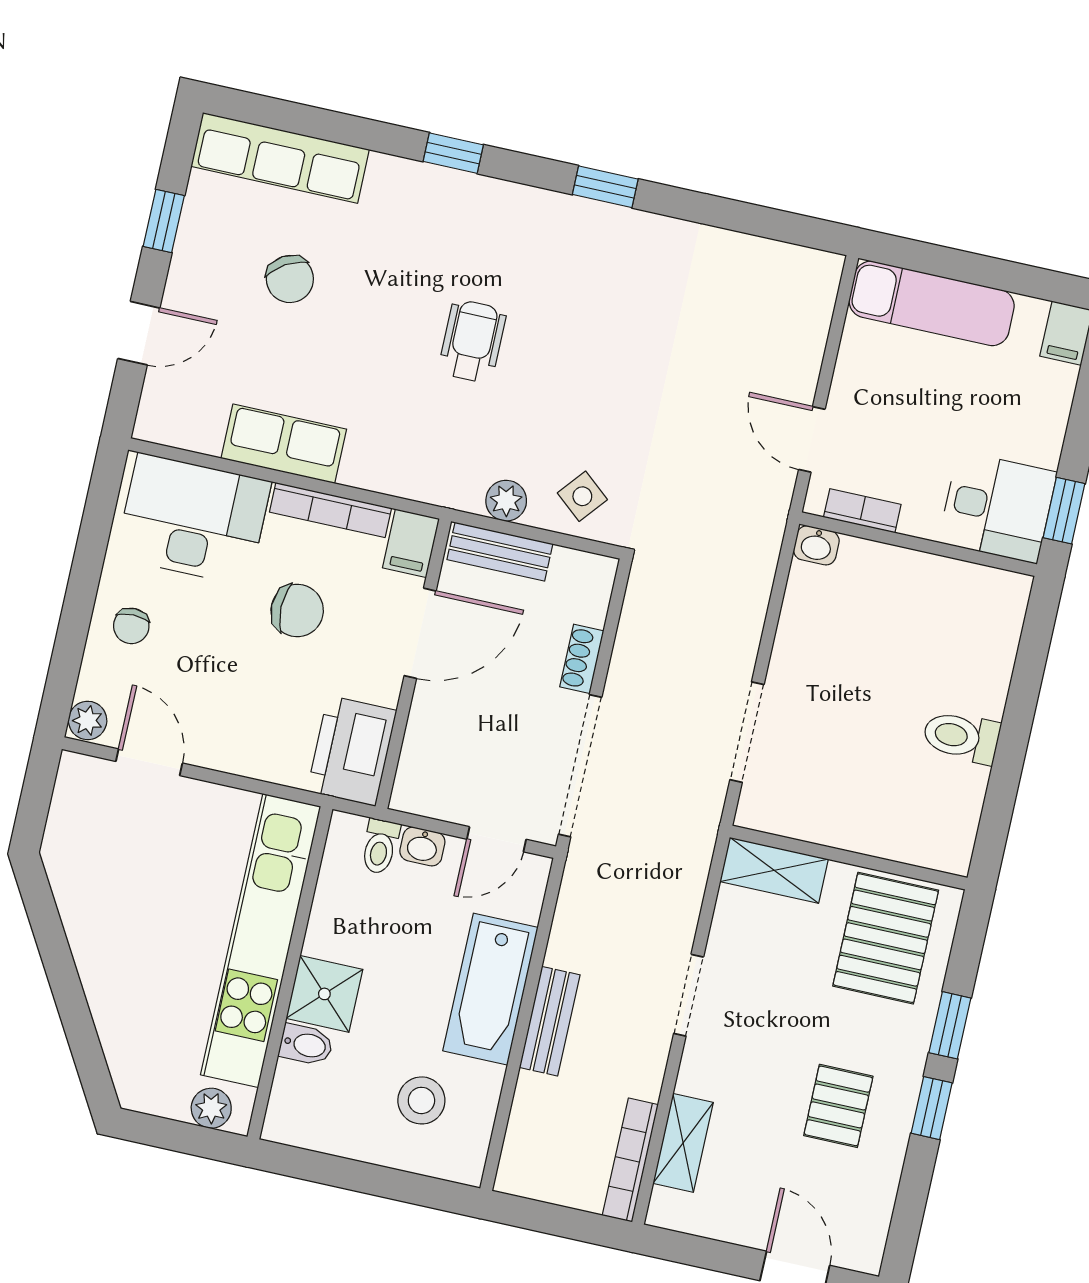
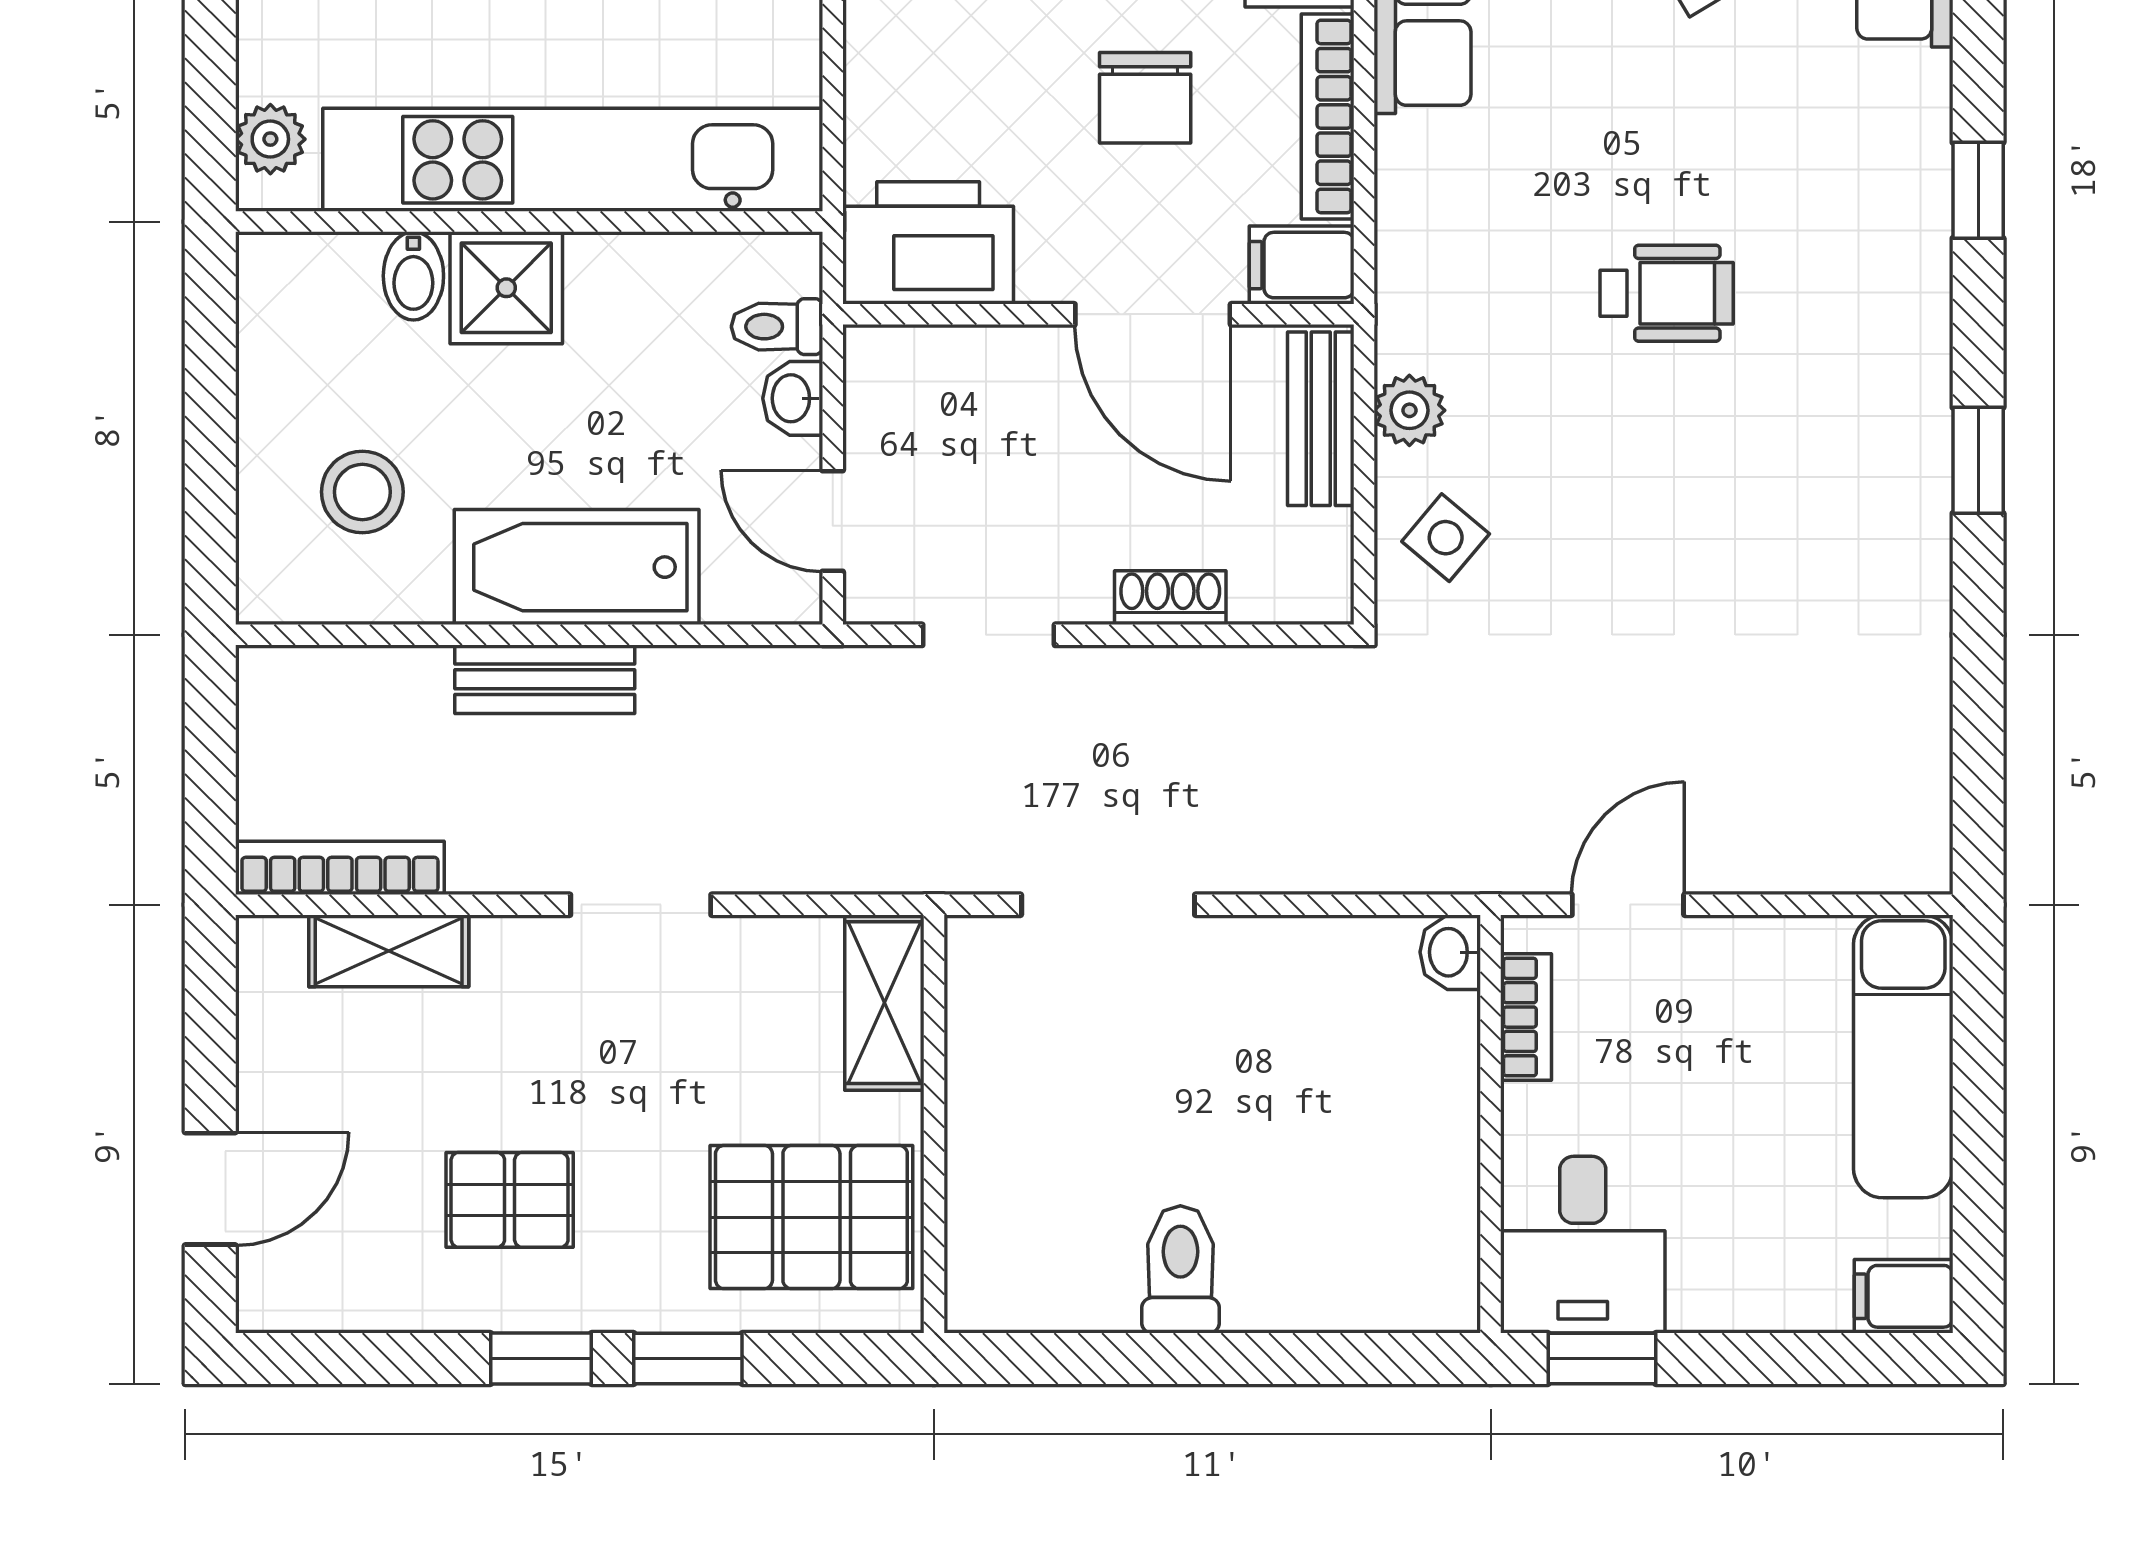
doorway: (580, 766) -> (989, 635), width x0.53

